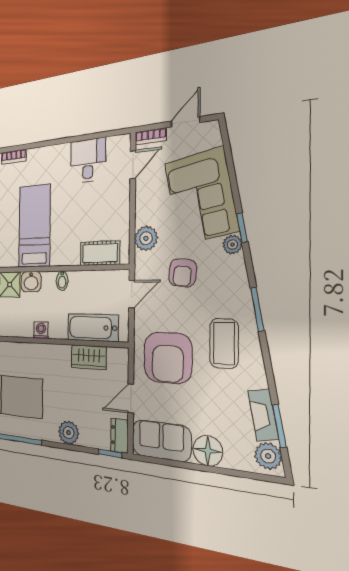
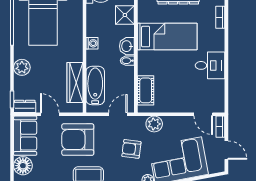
desk: (88, 160) -> (210, 65), moved
washbasin: (31, 282) -> (127, 46), moved
door: (132, 294) -> (118, 114), swing flipped
wardrobe: (89, 357) -> (75, 83), width x1.50

